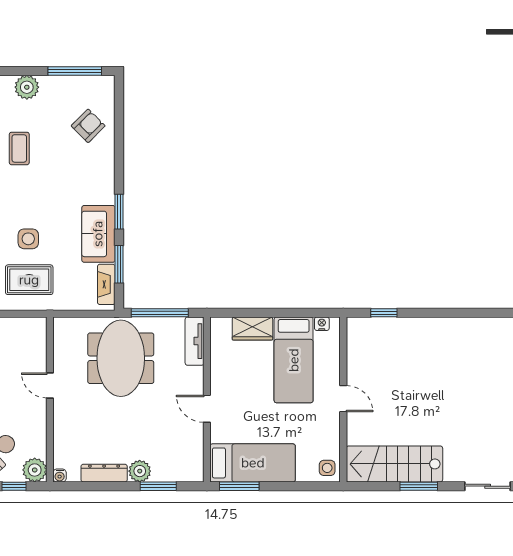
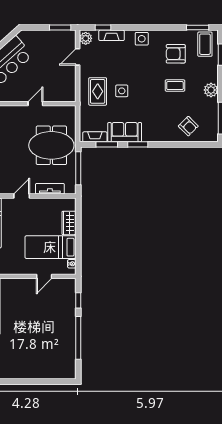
window: (448, 313) -> (78, 338), added
tv unit: (195, 341) -> (50, 189), moved
door: (343, 399) -> (44, 276), moved

